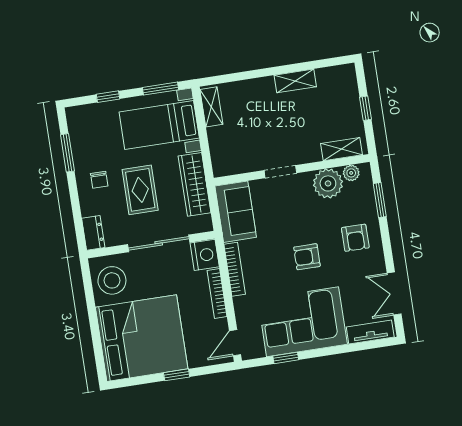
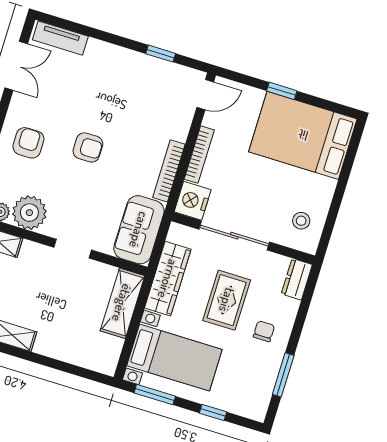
shelving: (211, 107) -> (122, 303), moved, width x1.50, depth x1.33
stool: (112, 280) -> (301, 221), width x0.53, depth x0.53
corner sofa: (303, 322) -> (125, 82), removed
bed: (142, 338) -> (303, 135), width x0.73

